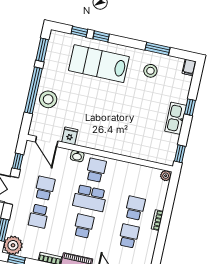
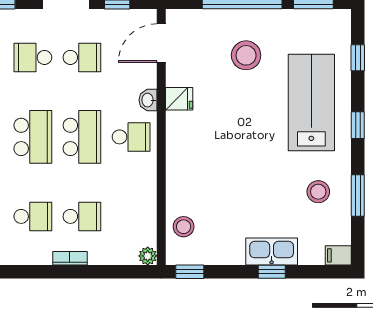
window: (101, 36) -> (358, 125), moved
stool: (48, 99) -> (246, 55), moved
kitchen sink: (176, 118) -> (272, 251), moved
fridge: (70, 136) -> (179, 99), moved
stool: (153, 152) -> (184, 227), added
school desk: (90, 198) -> (82, 137), turned 180
school desk: (84, 226) -> (33, 137), width x1.85

